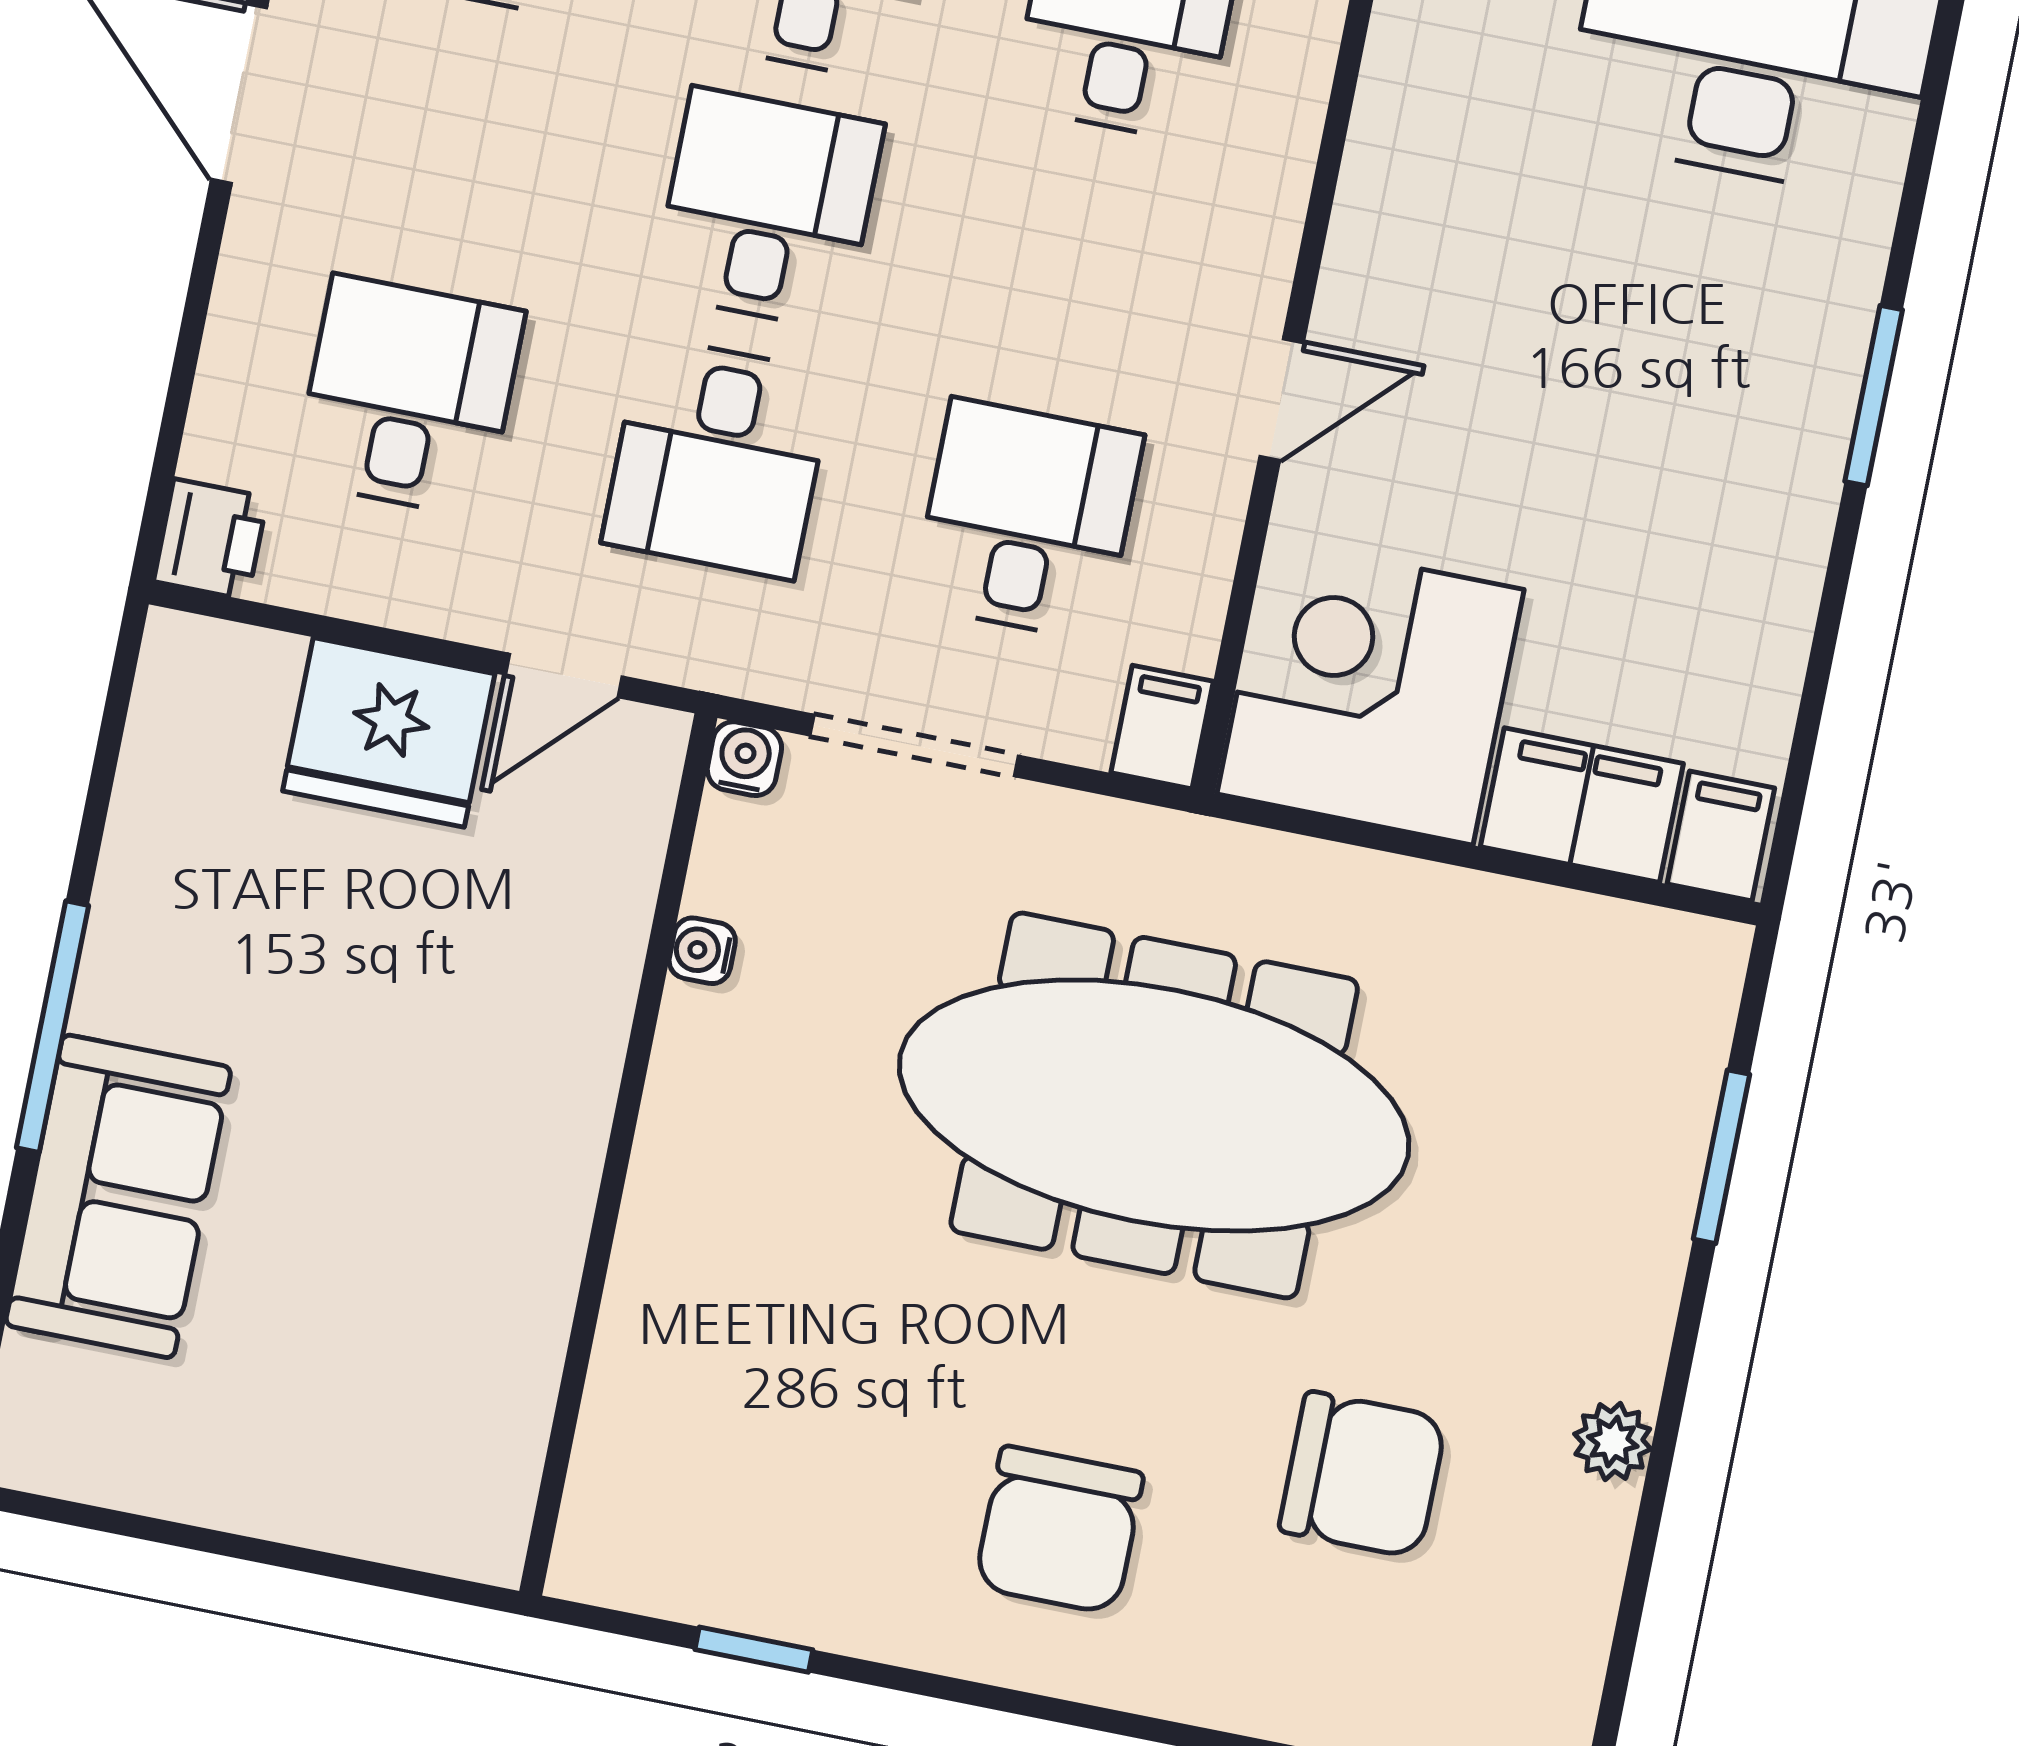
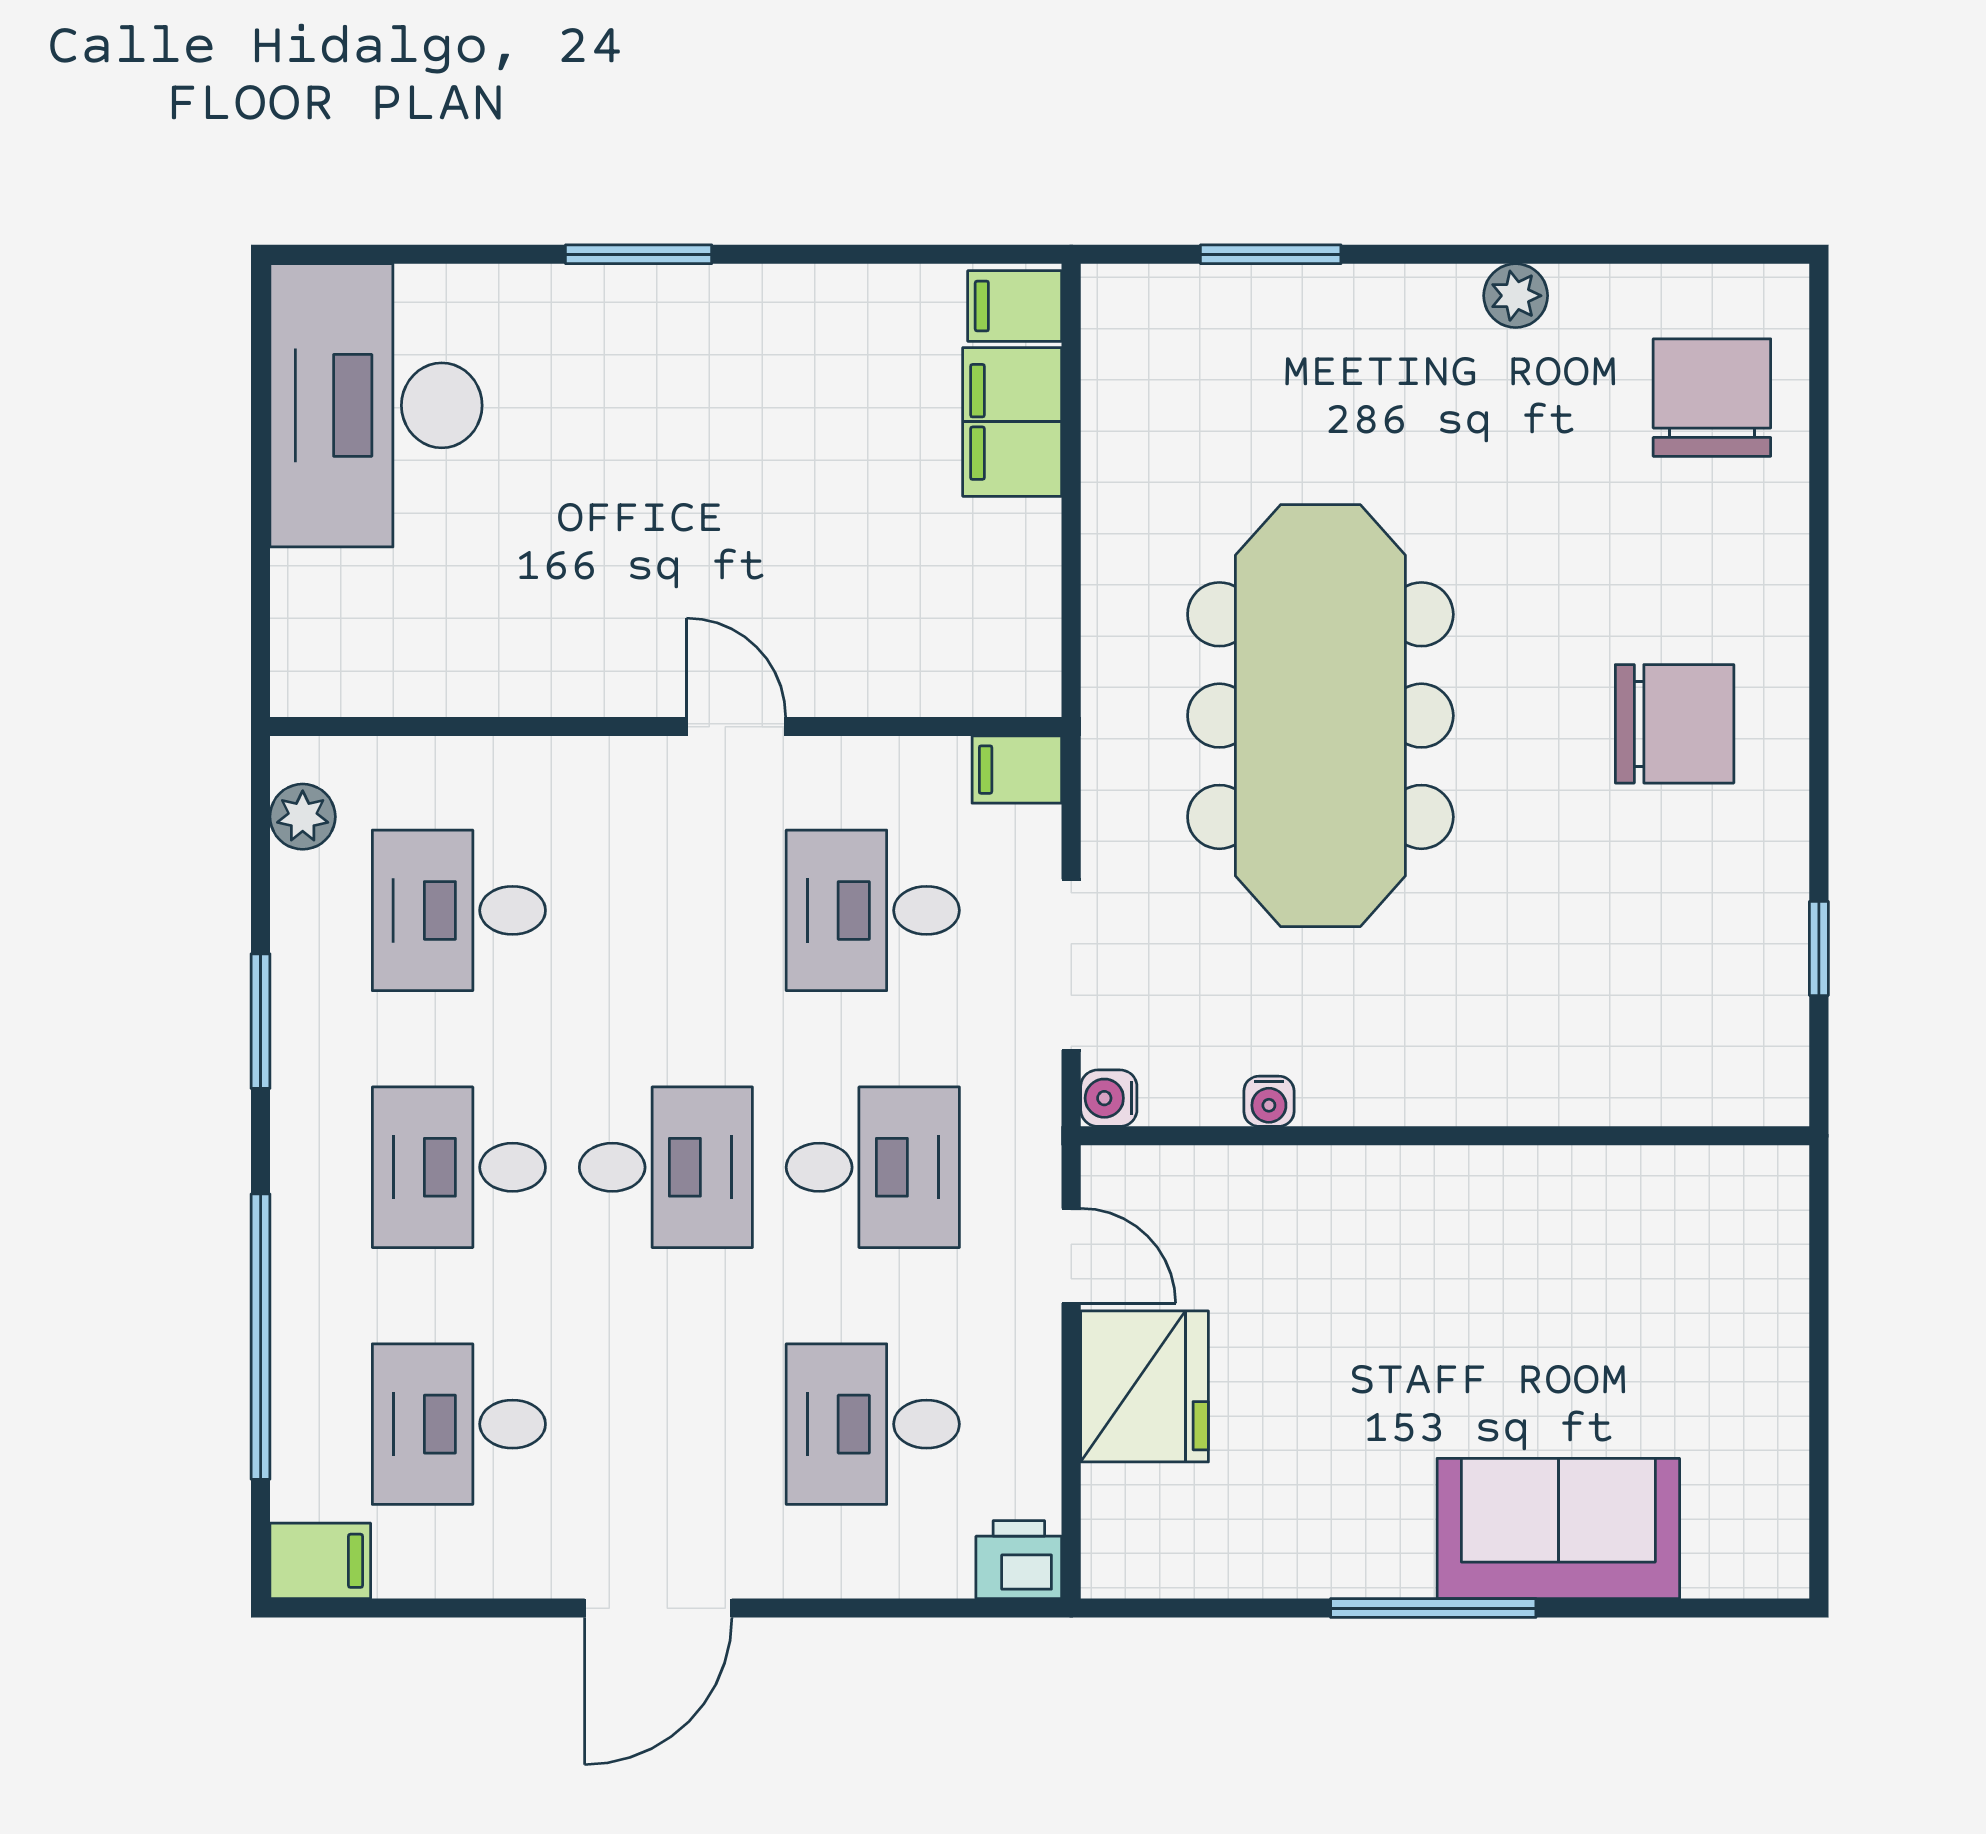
desk: (768, 209) -> (666, 1167), turned 180
corner desk: (1370, 692) -> (955, 609), removed
chair: (1363, 1475) -> (1712, 398), moved

